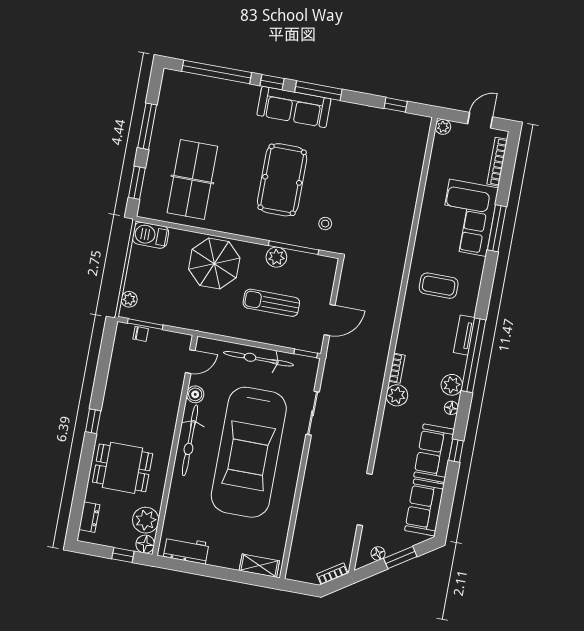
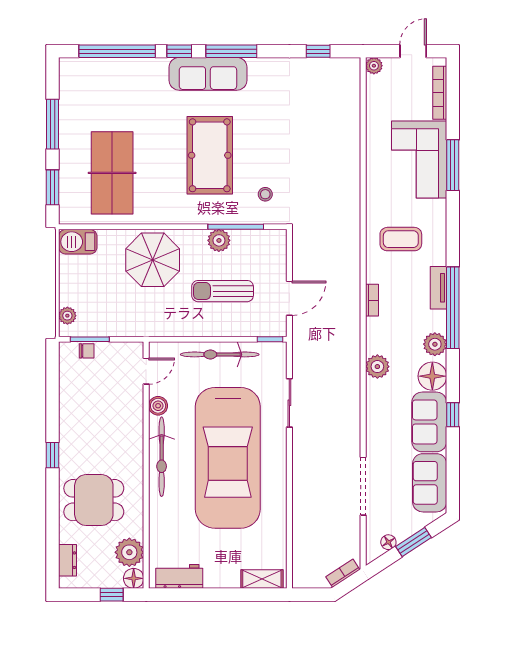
bookcase: (397, 368) -> (372, 300), moved
floor lamp: (451, 408) -> (432, 376), width x1.89, depth x1.89

